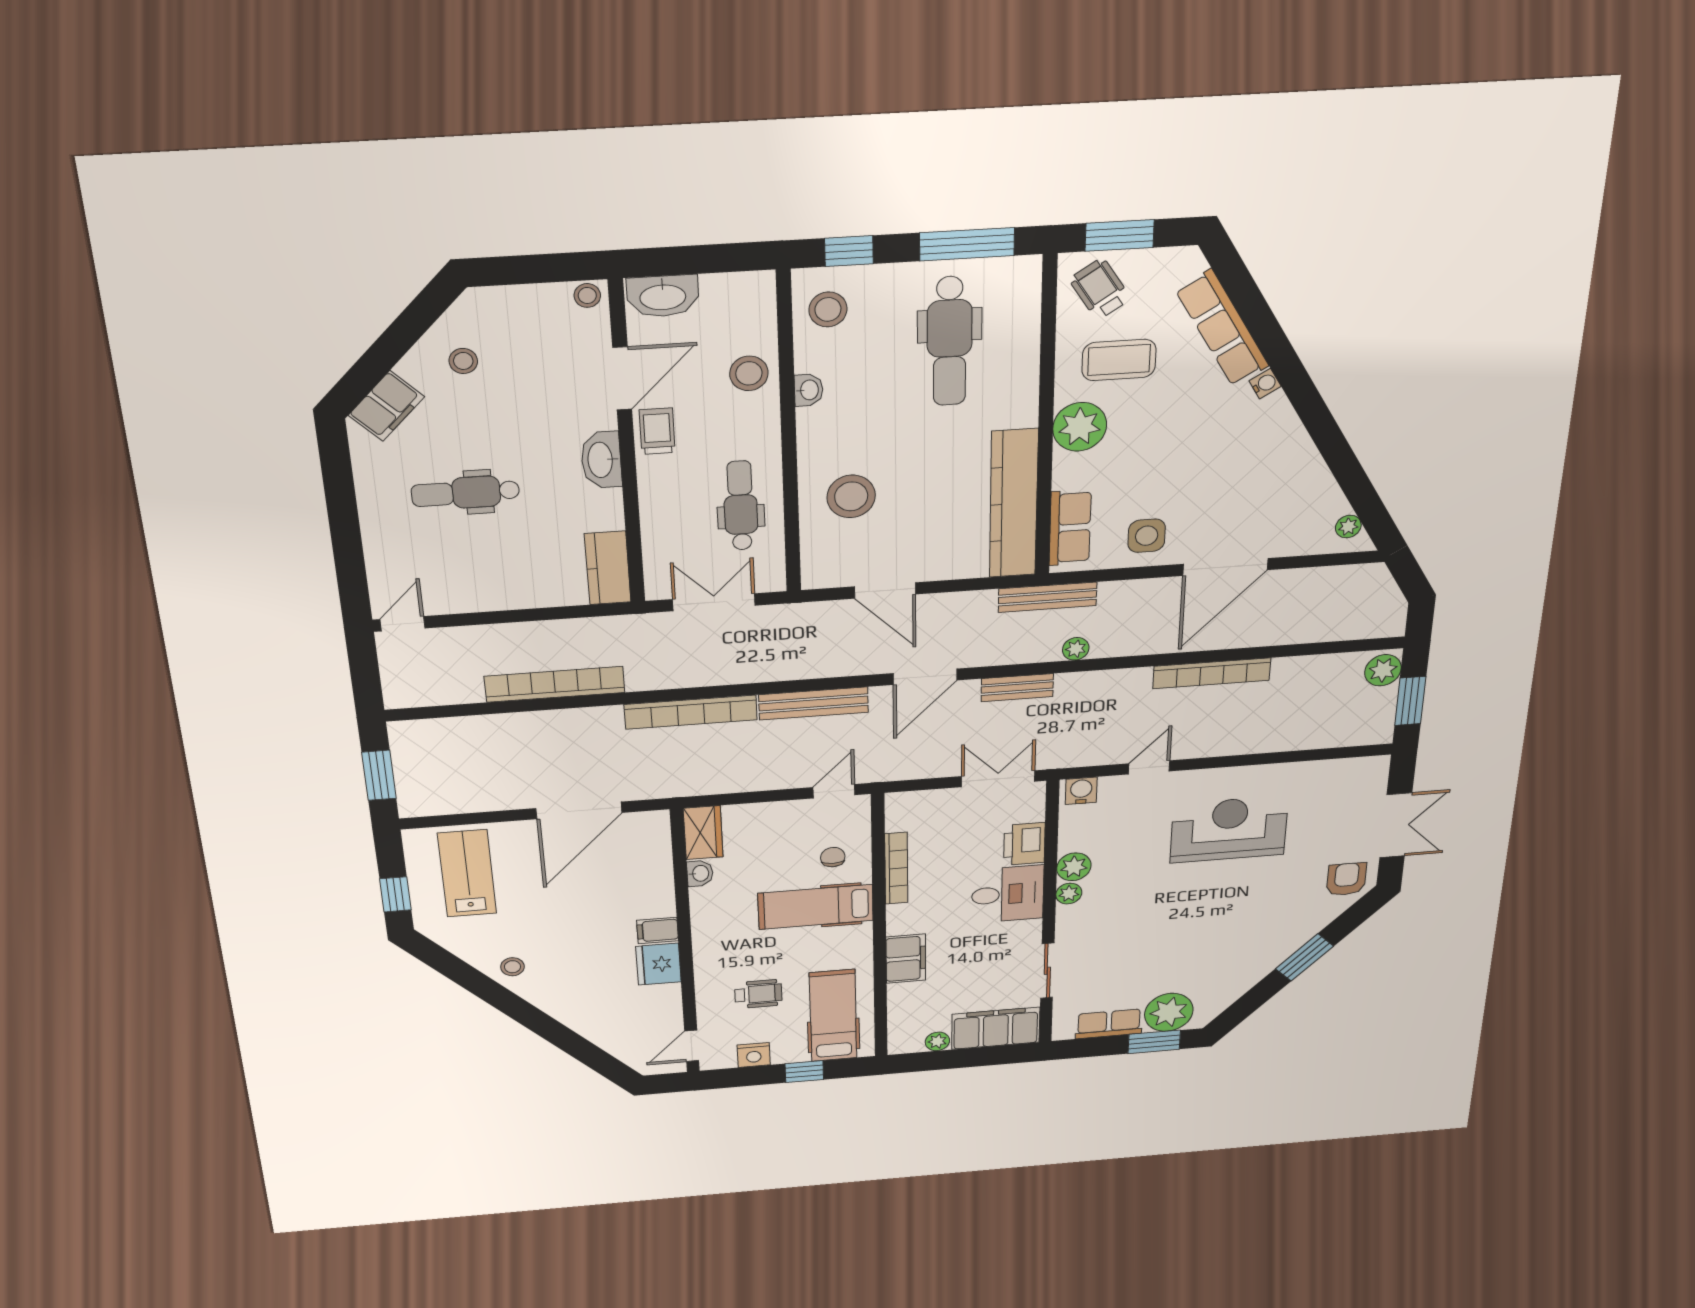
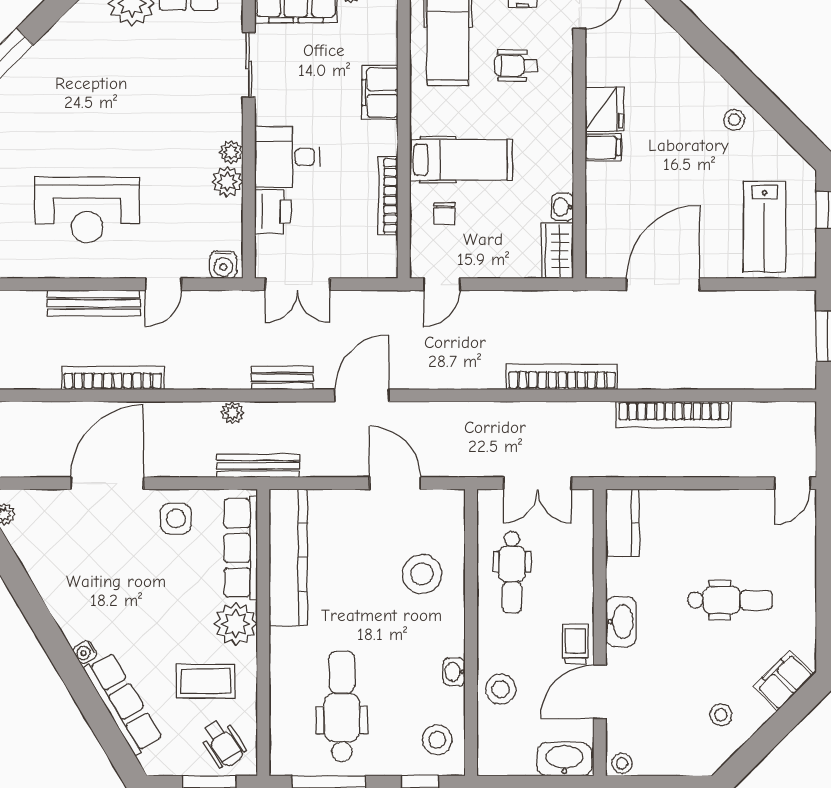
trolley: (657, 431) -> (575, 644), turned 180
row of seats: (1070, 528) -> (241, 548), width x1.48
bench: (814, 704) -> (94, 303), moved

